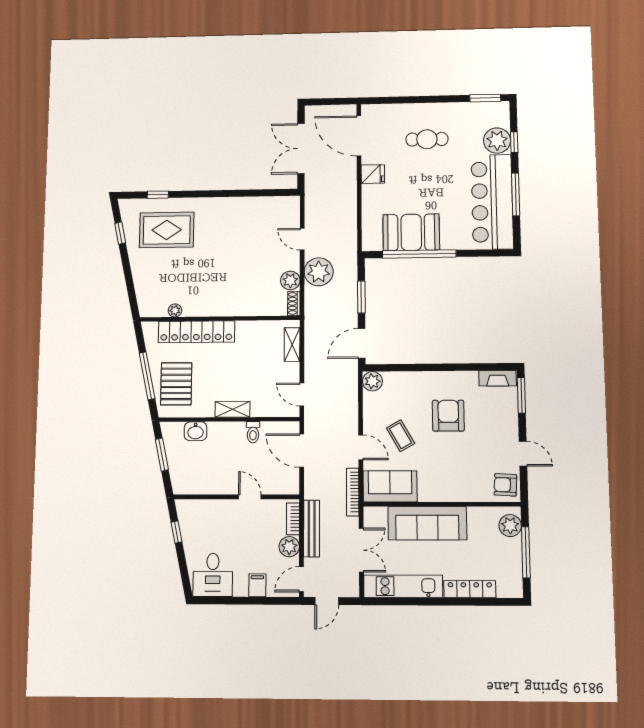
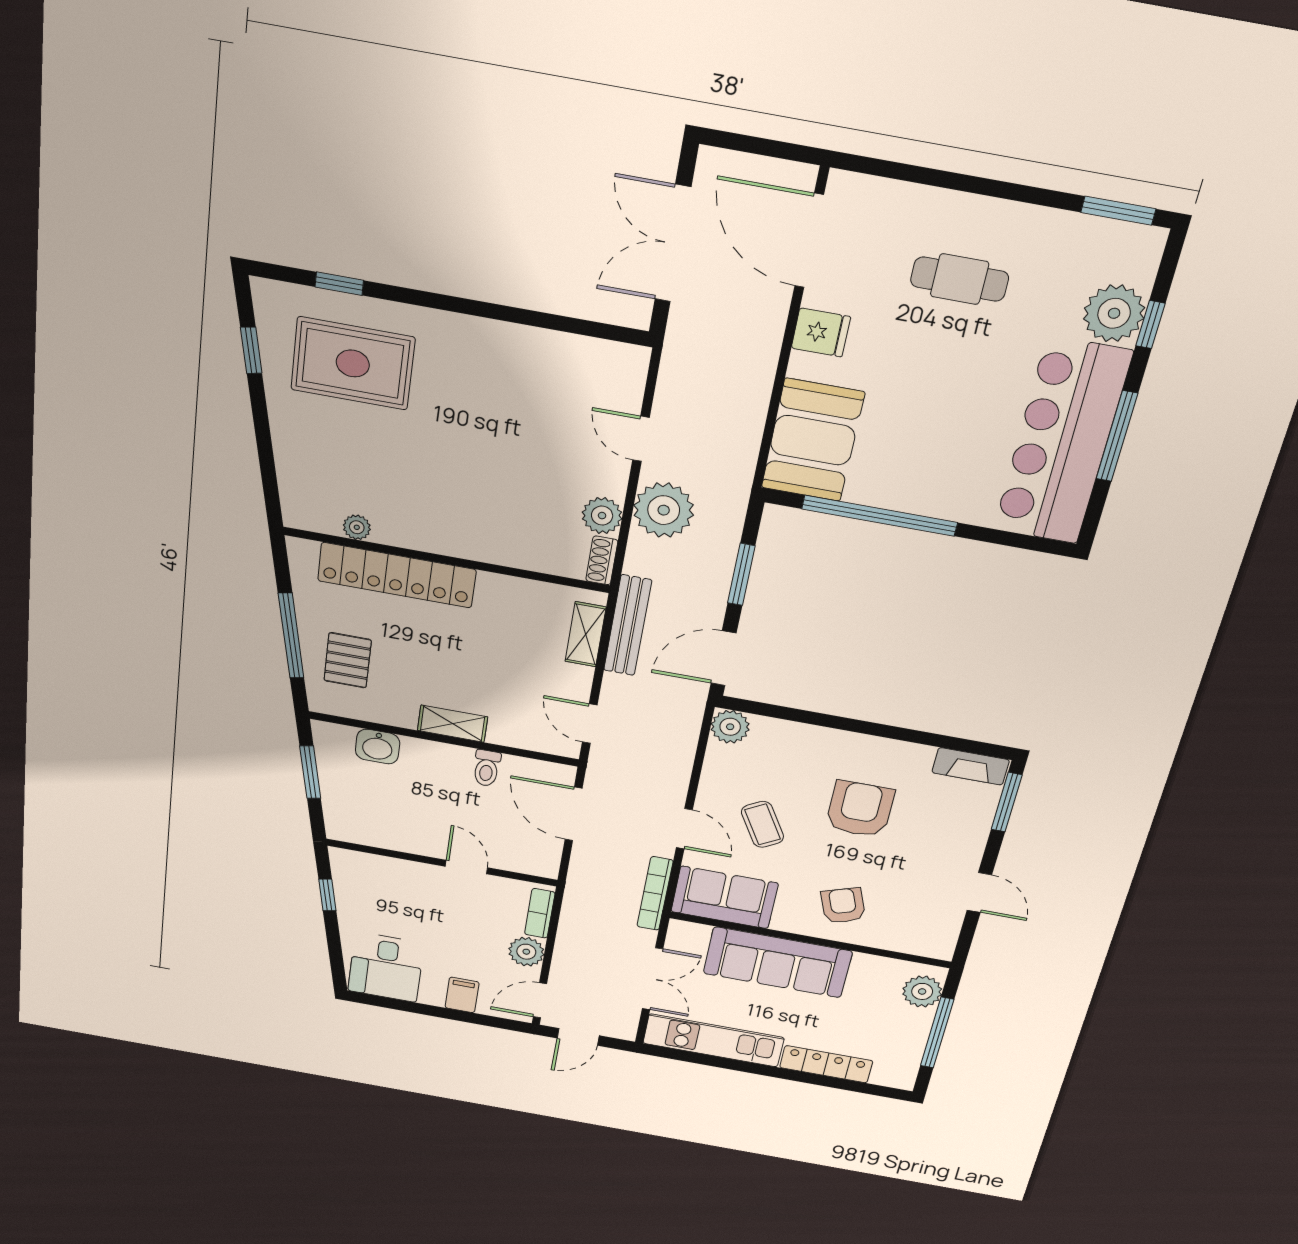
booth: (411, 232) -> (813, 440), moved, turned 90
pallet: (176, 384) -> (348, 660), width x0.67, depth x0.71
armchair: (505, 485) -> (843, 906), moved, turned 67
bench: (312, 529) -> (628, 625), moved

